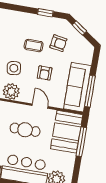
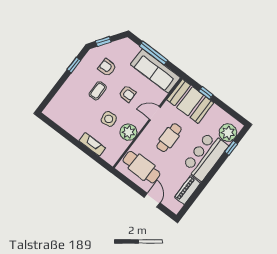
armchair: (58, 43) -> (107, 68), turned -99
window: (90, 91) -> (154, 53), moved
window: (81, 142) -> (206, 93), width x0.46

